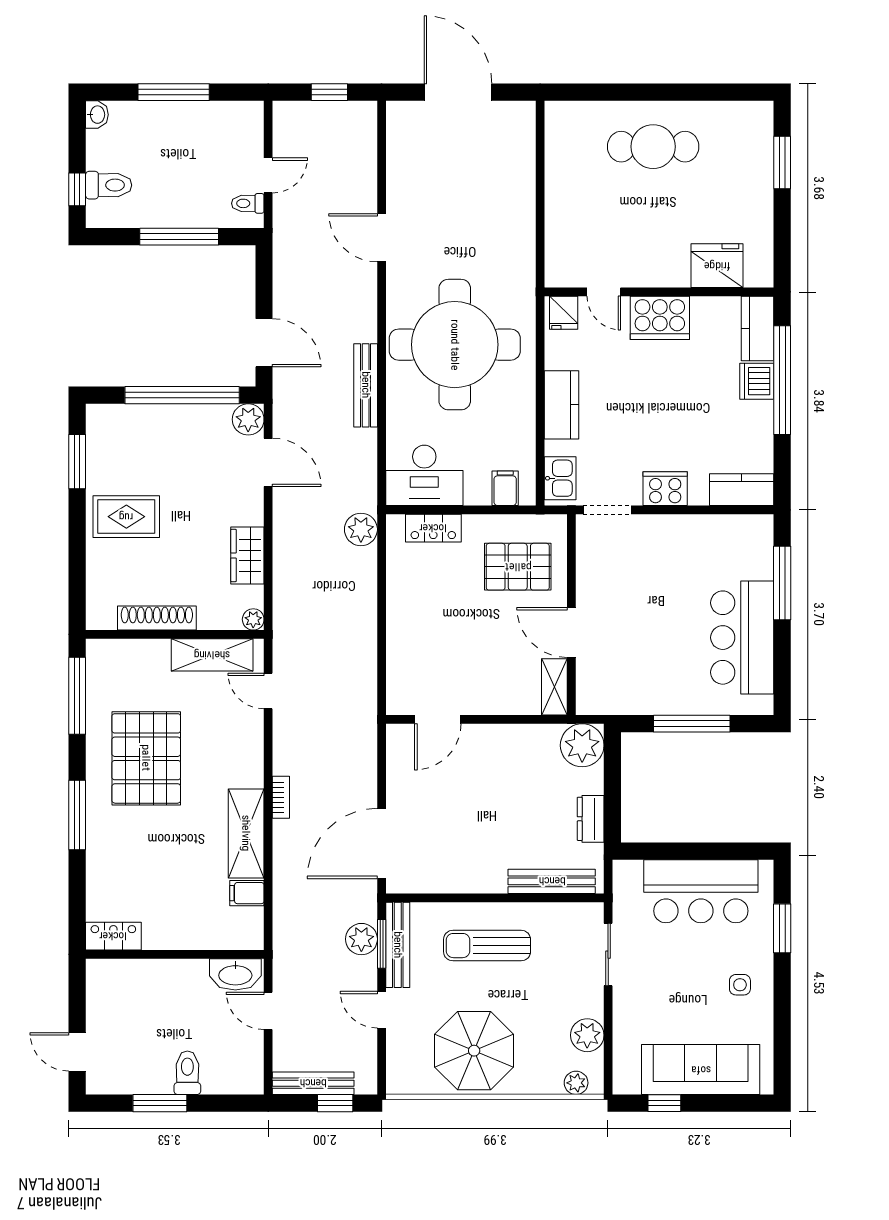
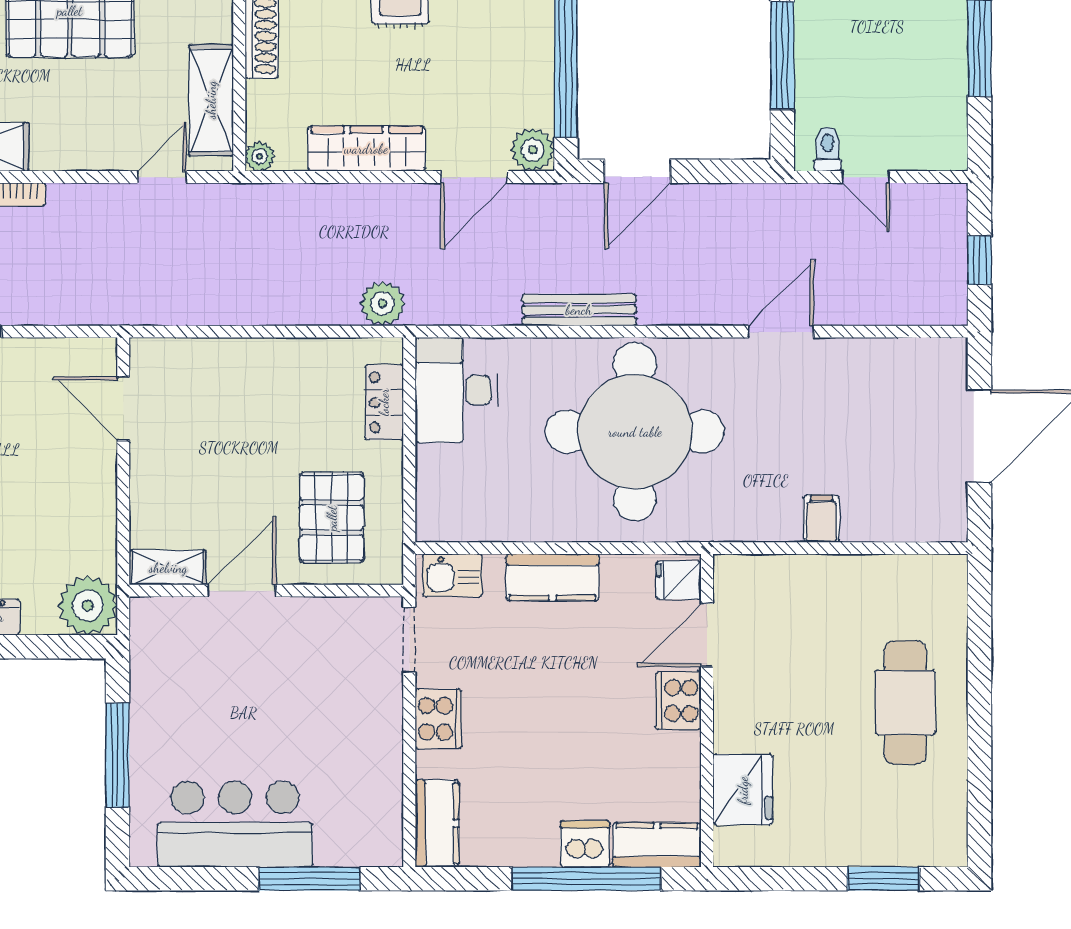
door: (604, 292) -> (707, 635), width x1.37
cooker: (660, 318) -> (678, 701), width x0.73, depth x0.76
filing cabinet: (505, 488) -> (821, 519), moved, turned -90
wardrobe: (247, 555) -> (366, 149), width x1.50

